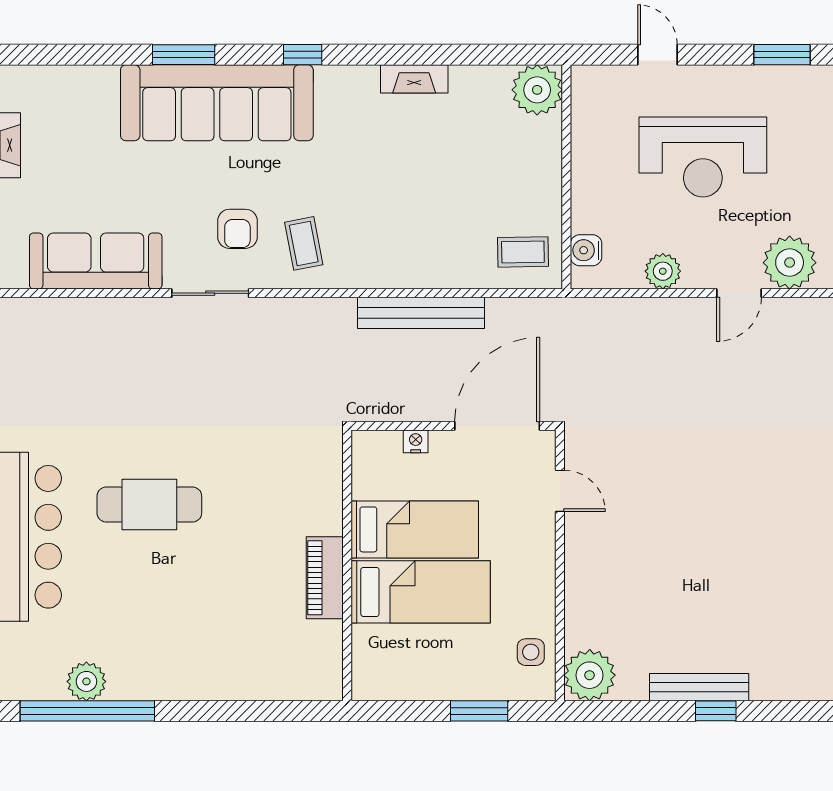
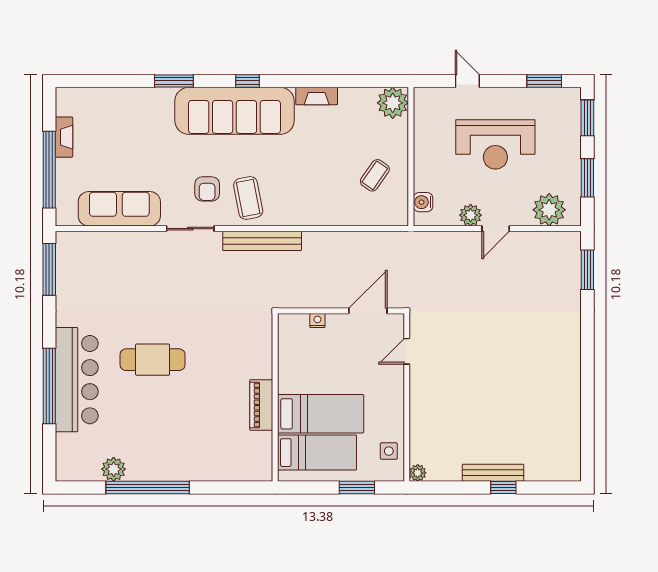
sofa: (217, 103) -> (234, 111), moved
coffee table: (304, 243) -> (248, 198), width x1.36, depth x1.30
coffee table: (523, 252) -> (375, 175), moved, turned -54
door: (739, 293) -> (496, 229), moved
bench: (421, 313) -> (262, 241), moved
door: (497, 426) -> (368, 311), width x0.73
door: (560, 491) -> (407, 351), swing flipped
bed: (415, 529) -> (317, 453), moved
plant: (590, 675) -> (418, 473), width x0.53, depth x0.53
window: (87, 711) -> (148, 487), moved

